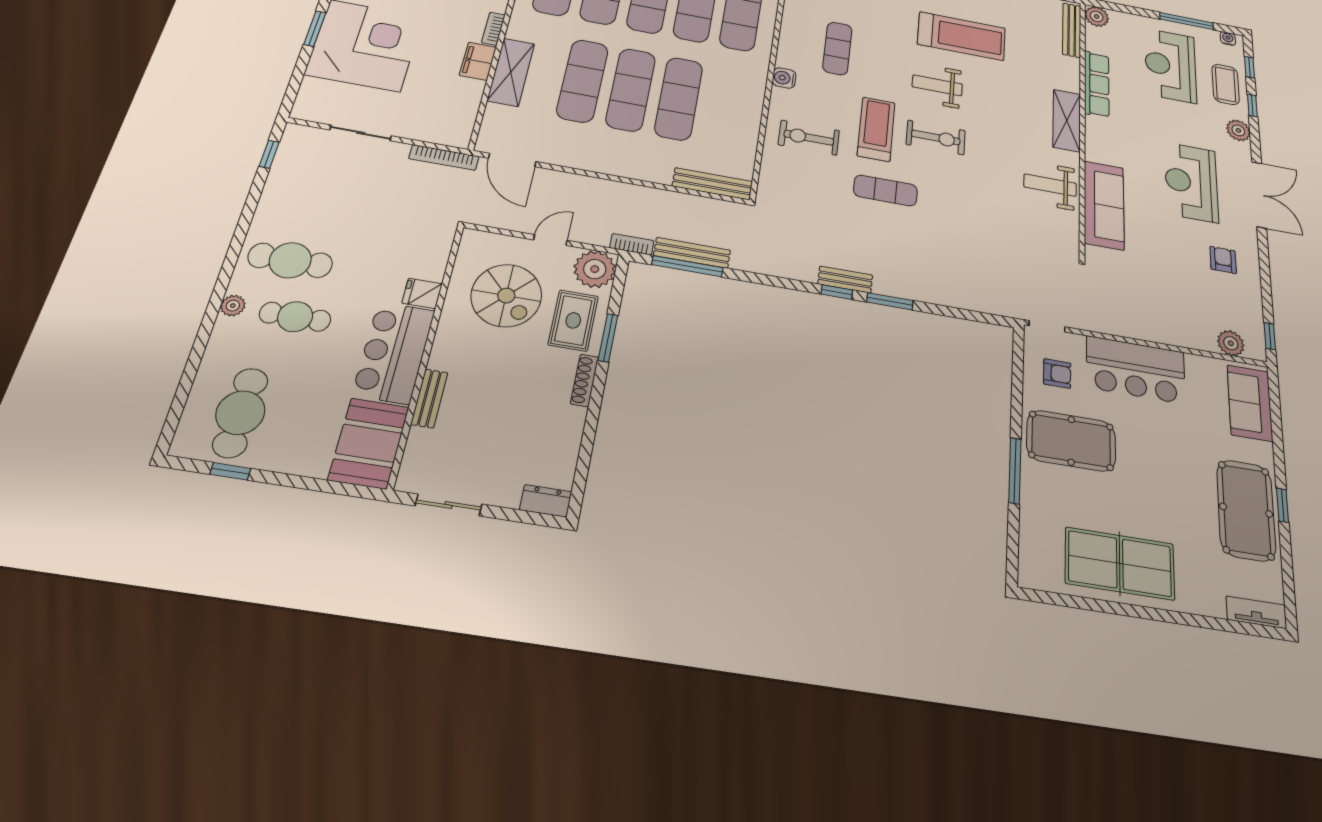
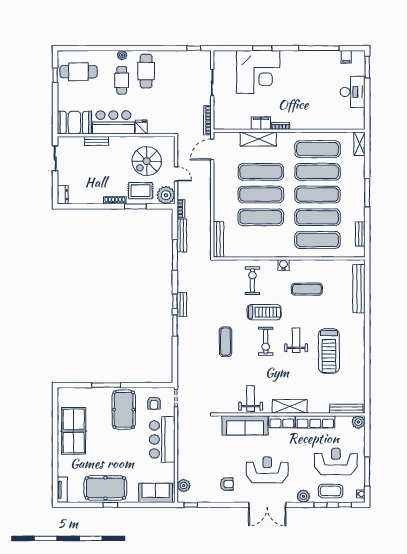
row of seats: (1097, 139) -> (282, 422), added
exercise mat: (885, 190) -> (226, 342), moved
window: (687, 266) -> (175, 255), moved

